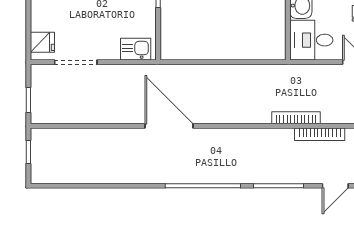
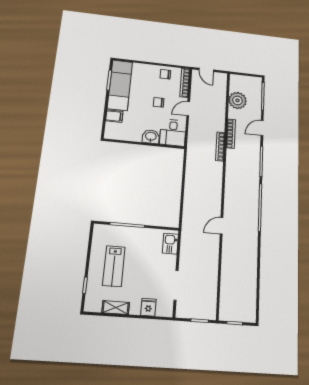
fridge: (42, 42) -> (148, 307), moved
door: (169, 126) -> (222, 226), width x0.53
door: (335, 186) -> (262, 128), swing flipped

